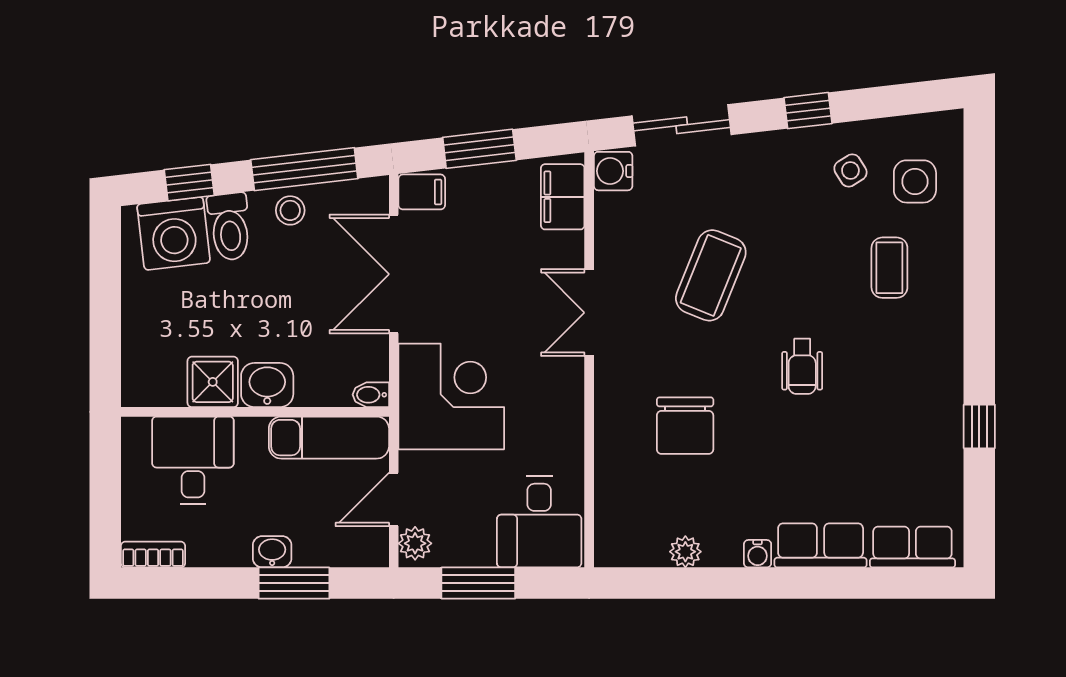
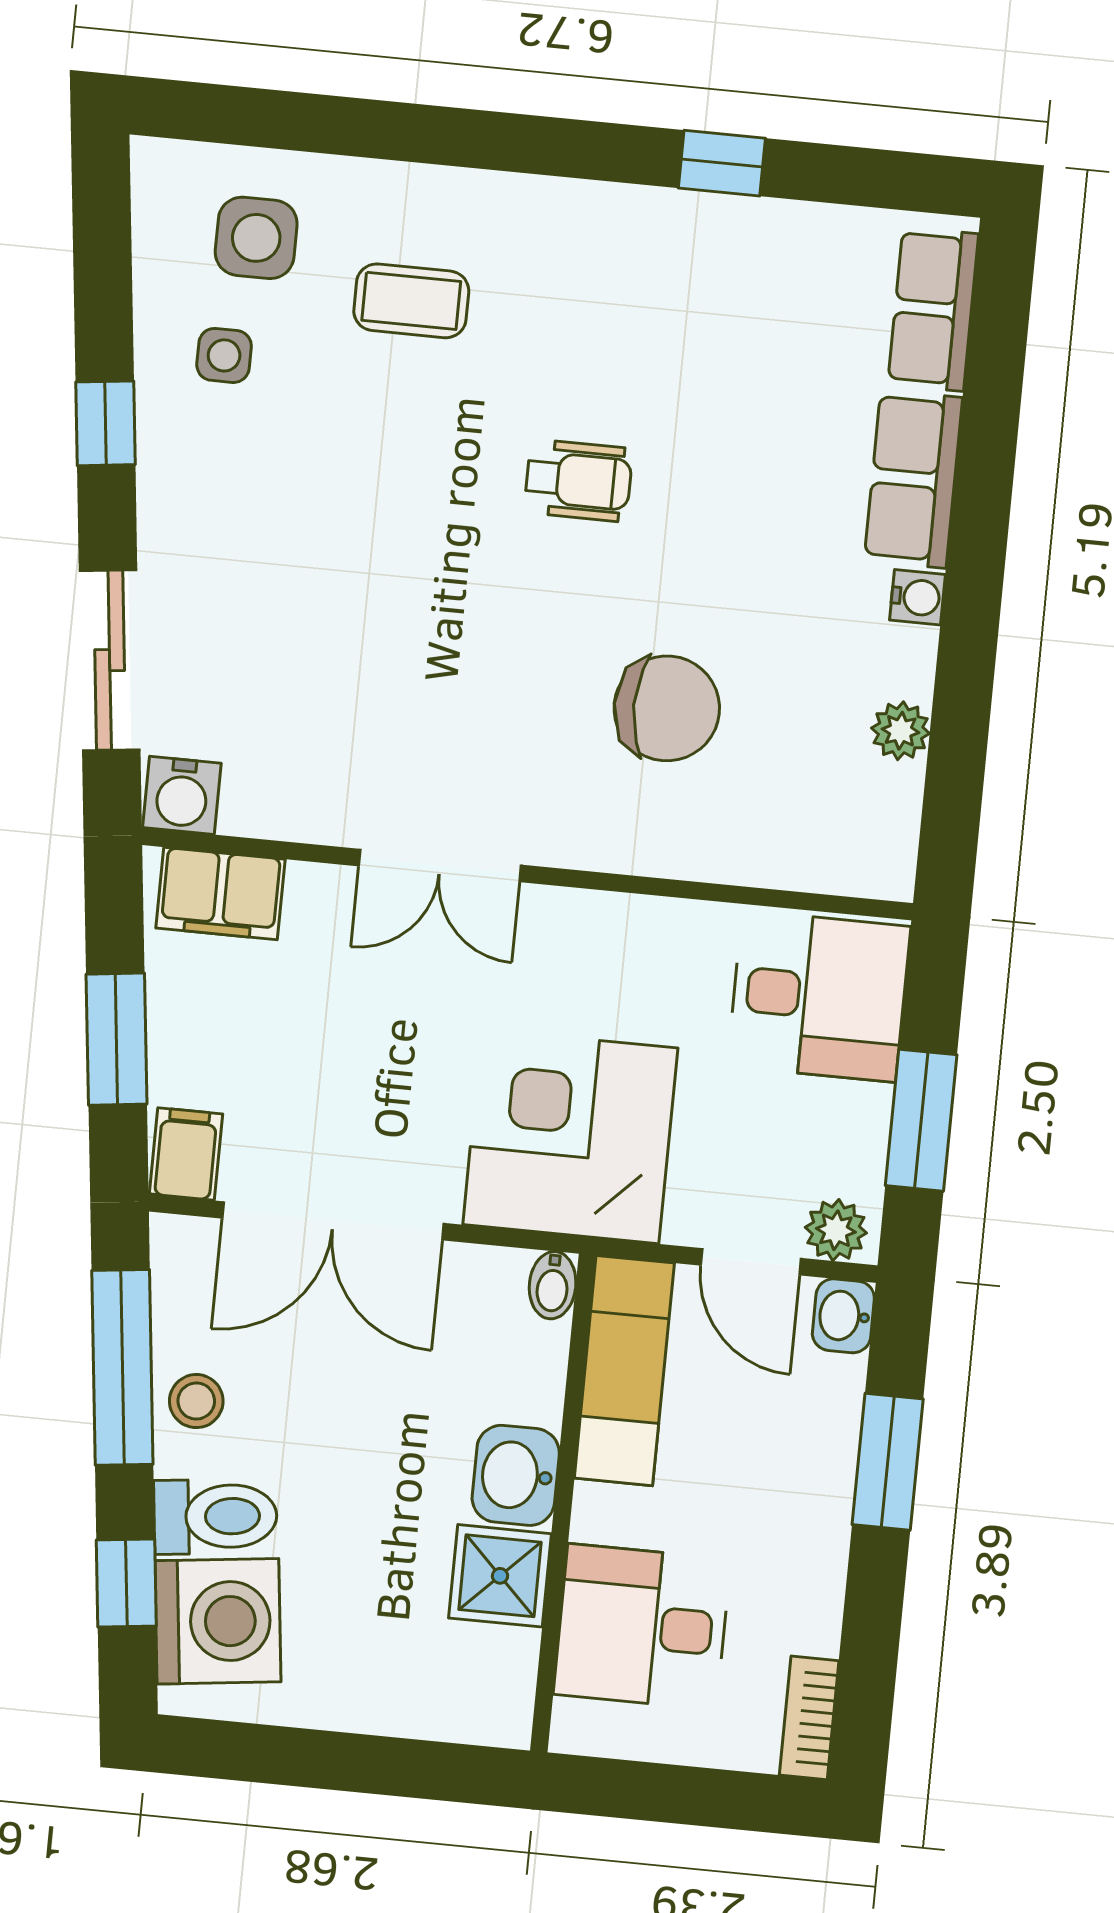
side table: (850, 170) -> (224, 355), turned 32
coffee table: (711, 275) -> (393, 633), removed
washbasin: (272, 552) -> (843, 1316), moved

